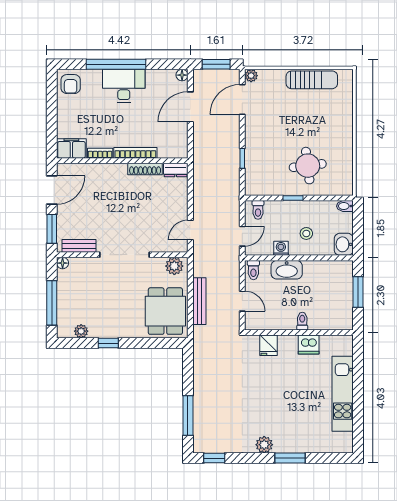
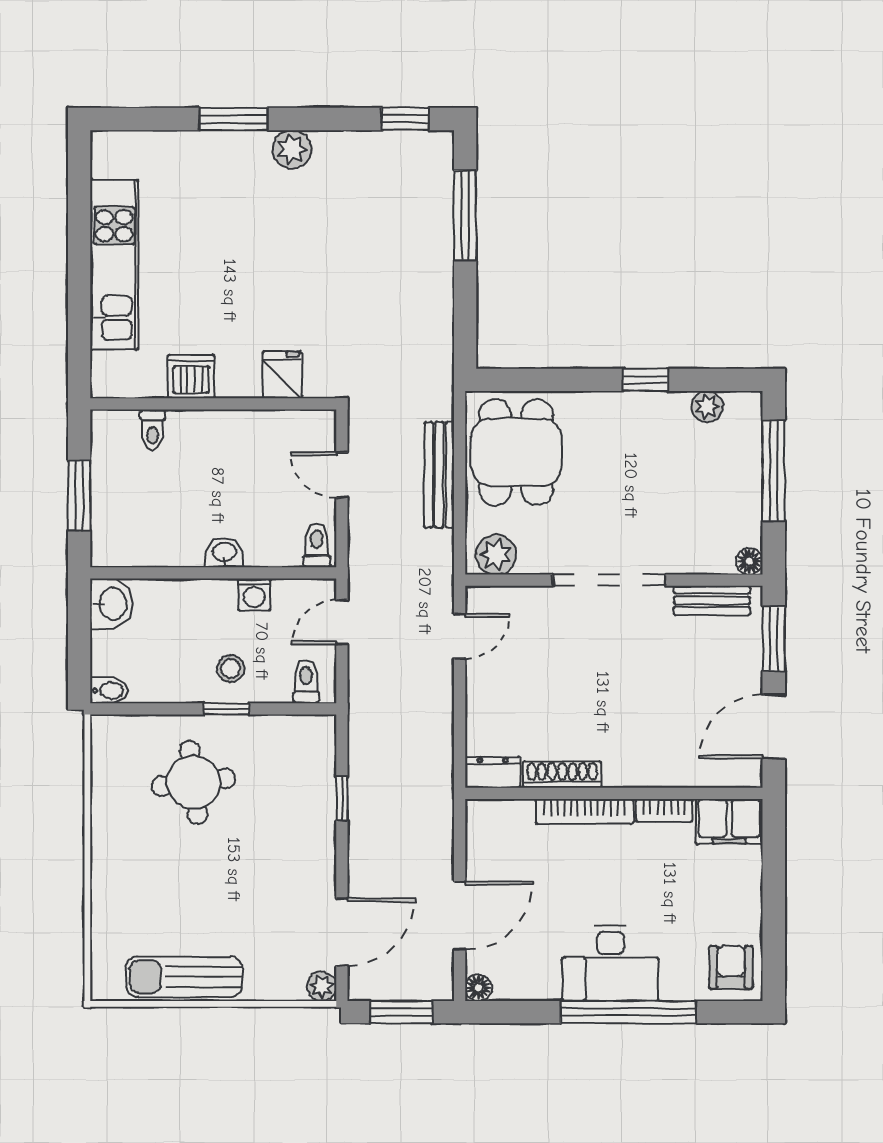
stool: (306, 233) -> (231, 668), moved
washbasin: (287, 270) -> (224, 553), width x0.52, depth x0.69
toilet: (302, 321) -> (153, 430), moved

